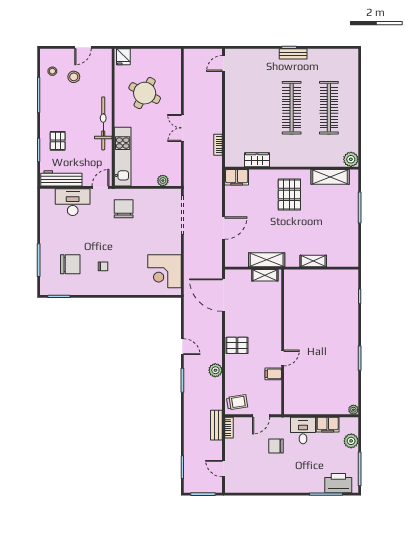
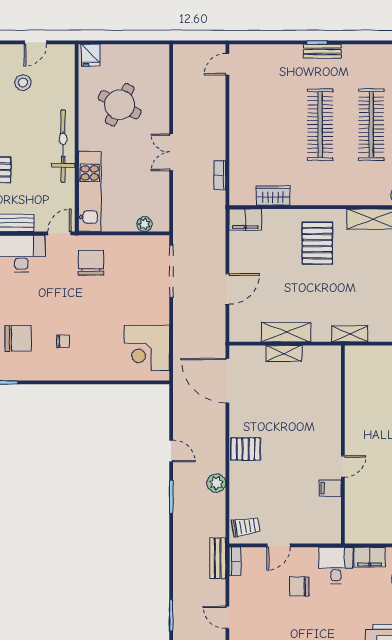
wall: (283, 342) -> (343, 444), moved
door: (283, 358) -> (343, 466), moved
filing cabinet: (273, 374) -> (330, 488), moved

